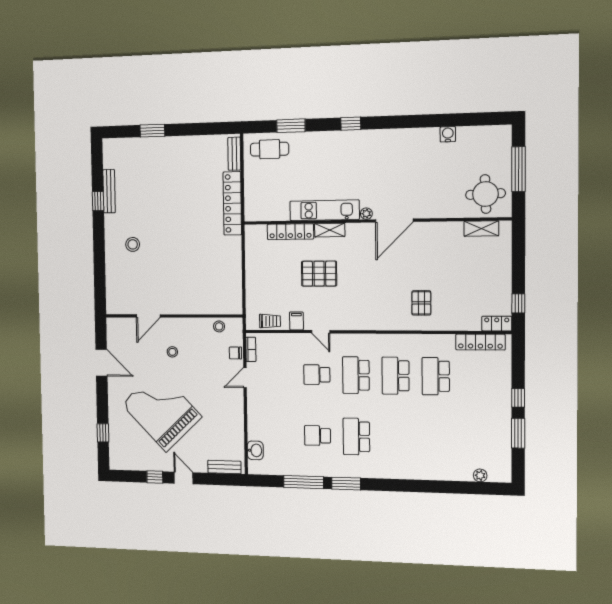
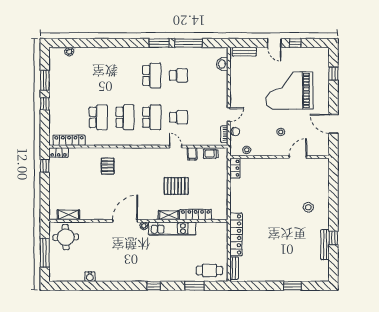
locker: (235, 300) -> (235, 168), added
grand piano: (162, 410) -> (289, 91), turned 134

